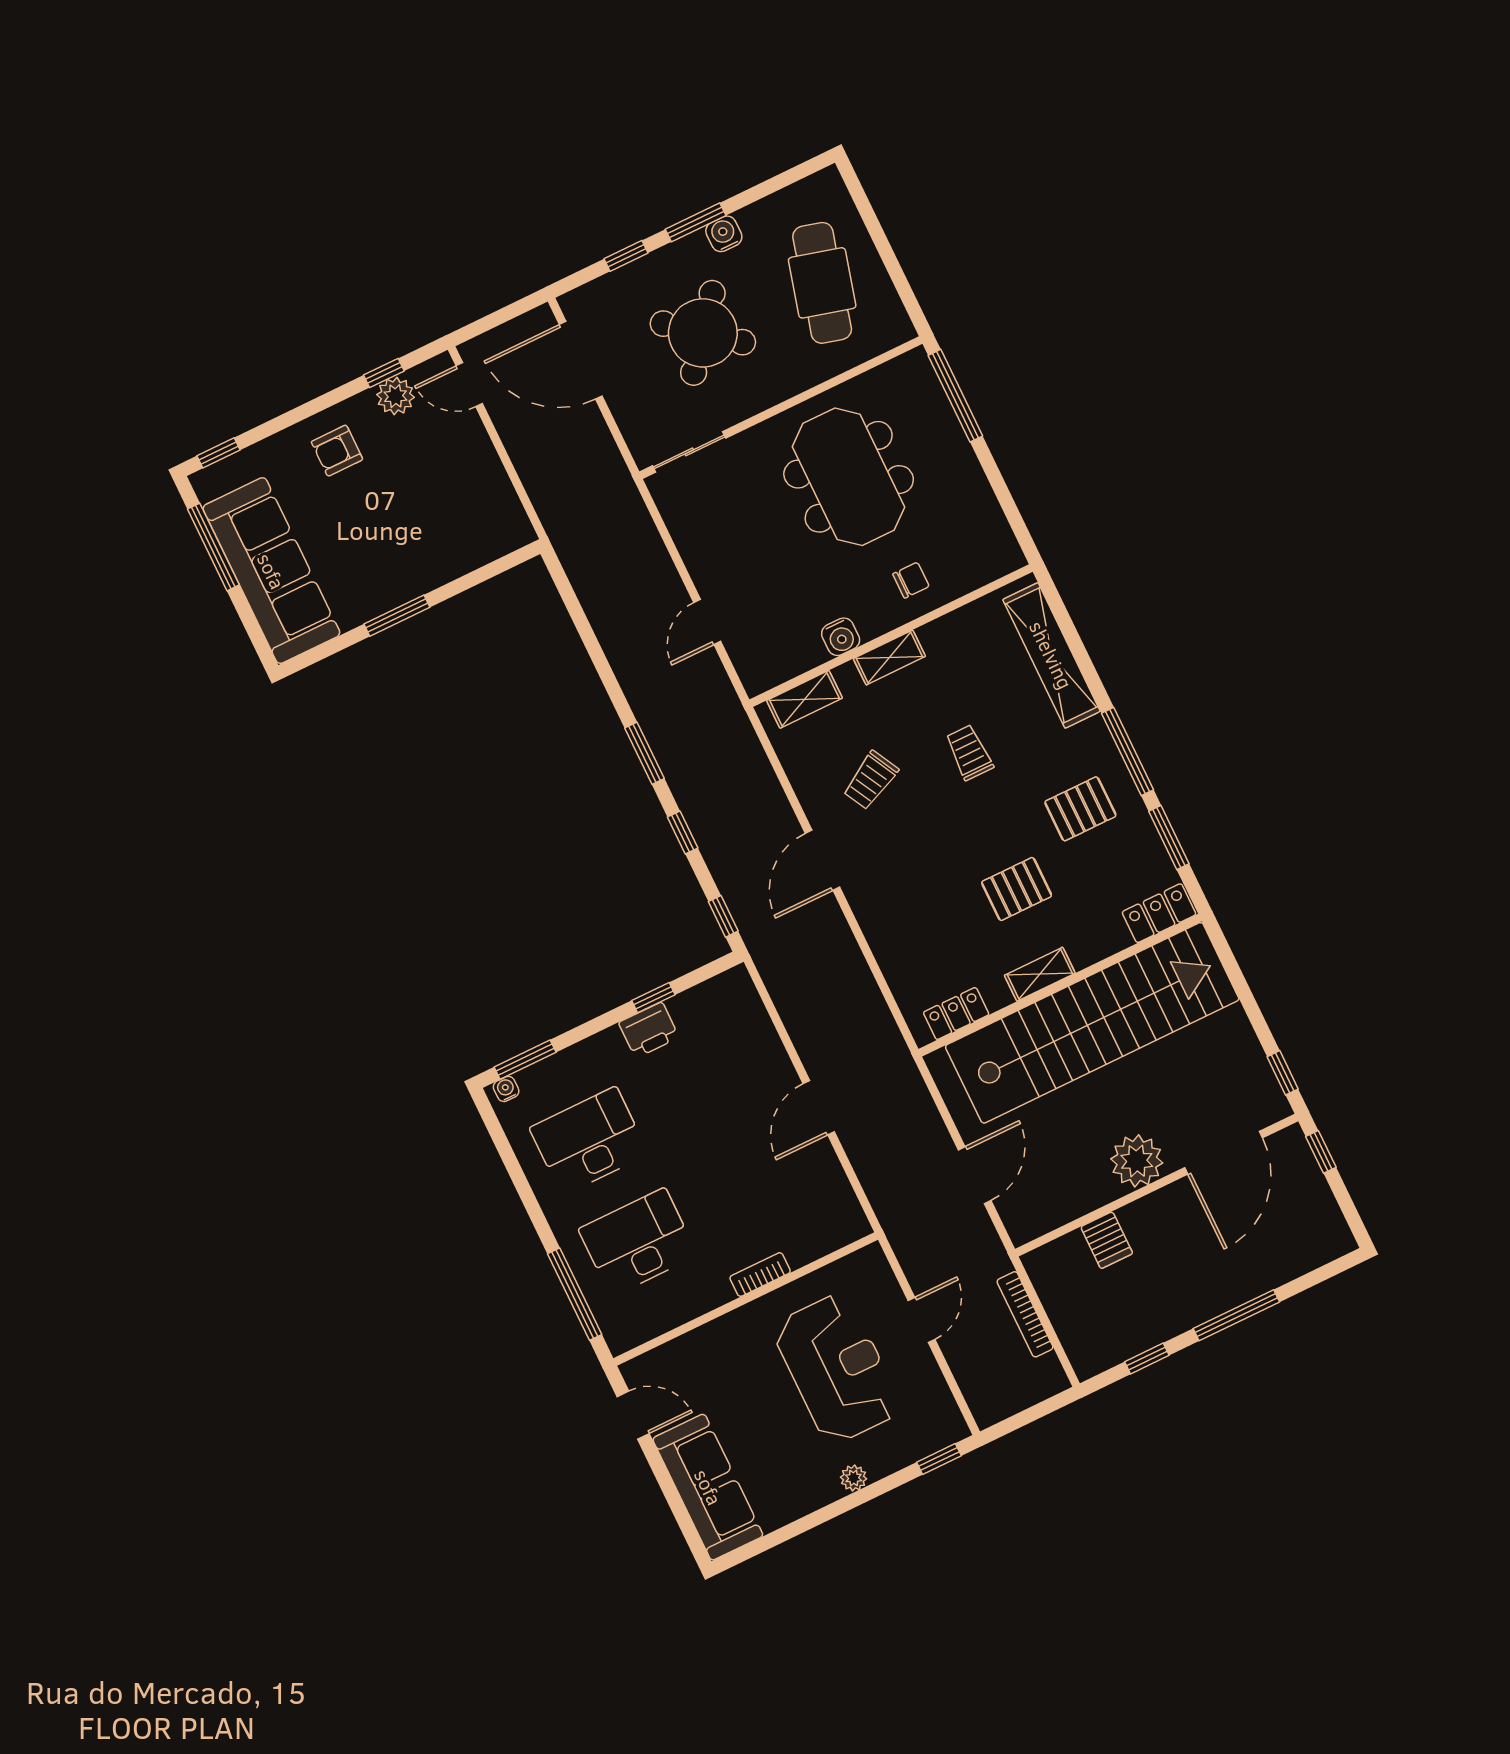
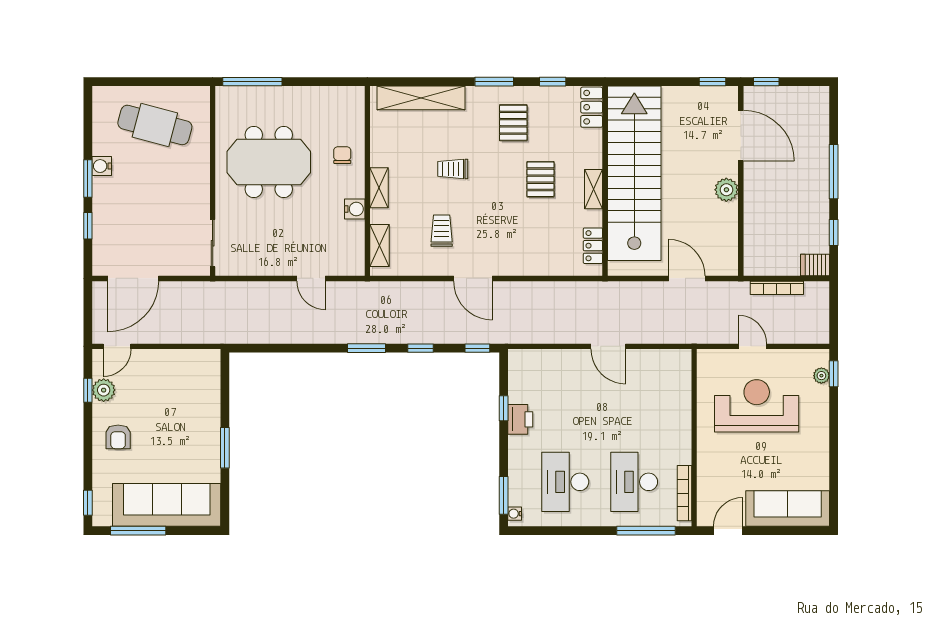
round table: (703, 333) -> (151, 204), removed
window: (1127, 752) -> (494, 82), width x0.69
trolley: (871, 780) -> (442, 231), turned -152
window: (1169, 837) -> (553, 82), width x0.67
plant: (1137, 1161) -> (726, 190), width x0.73, depth x0.73
server rack: (1107, 1240) -> (815, 265), moved, turned 180
bookcase: (760, 1275) -> (684, 493), moved, width x1.56
plant: (854, 1478) -> (821, 376), moved

